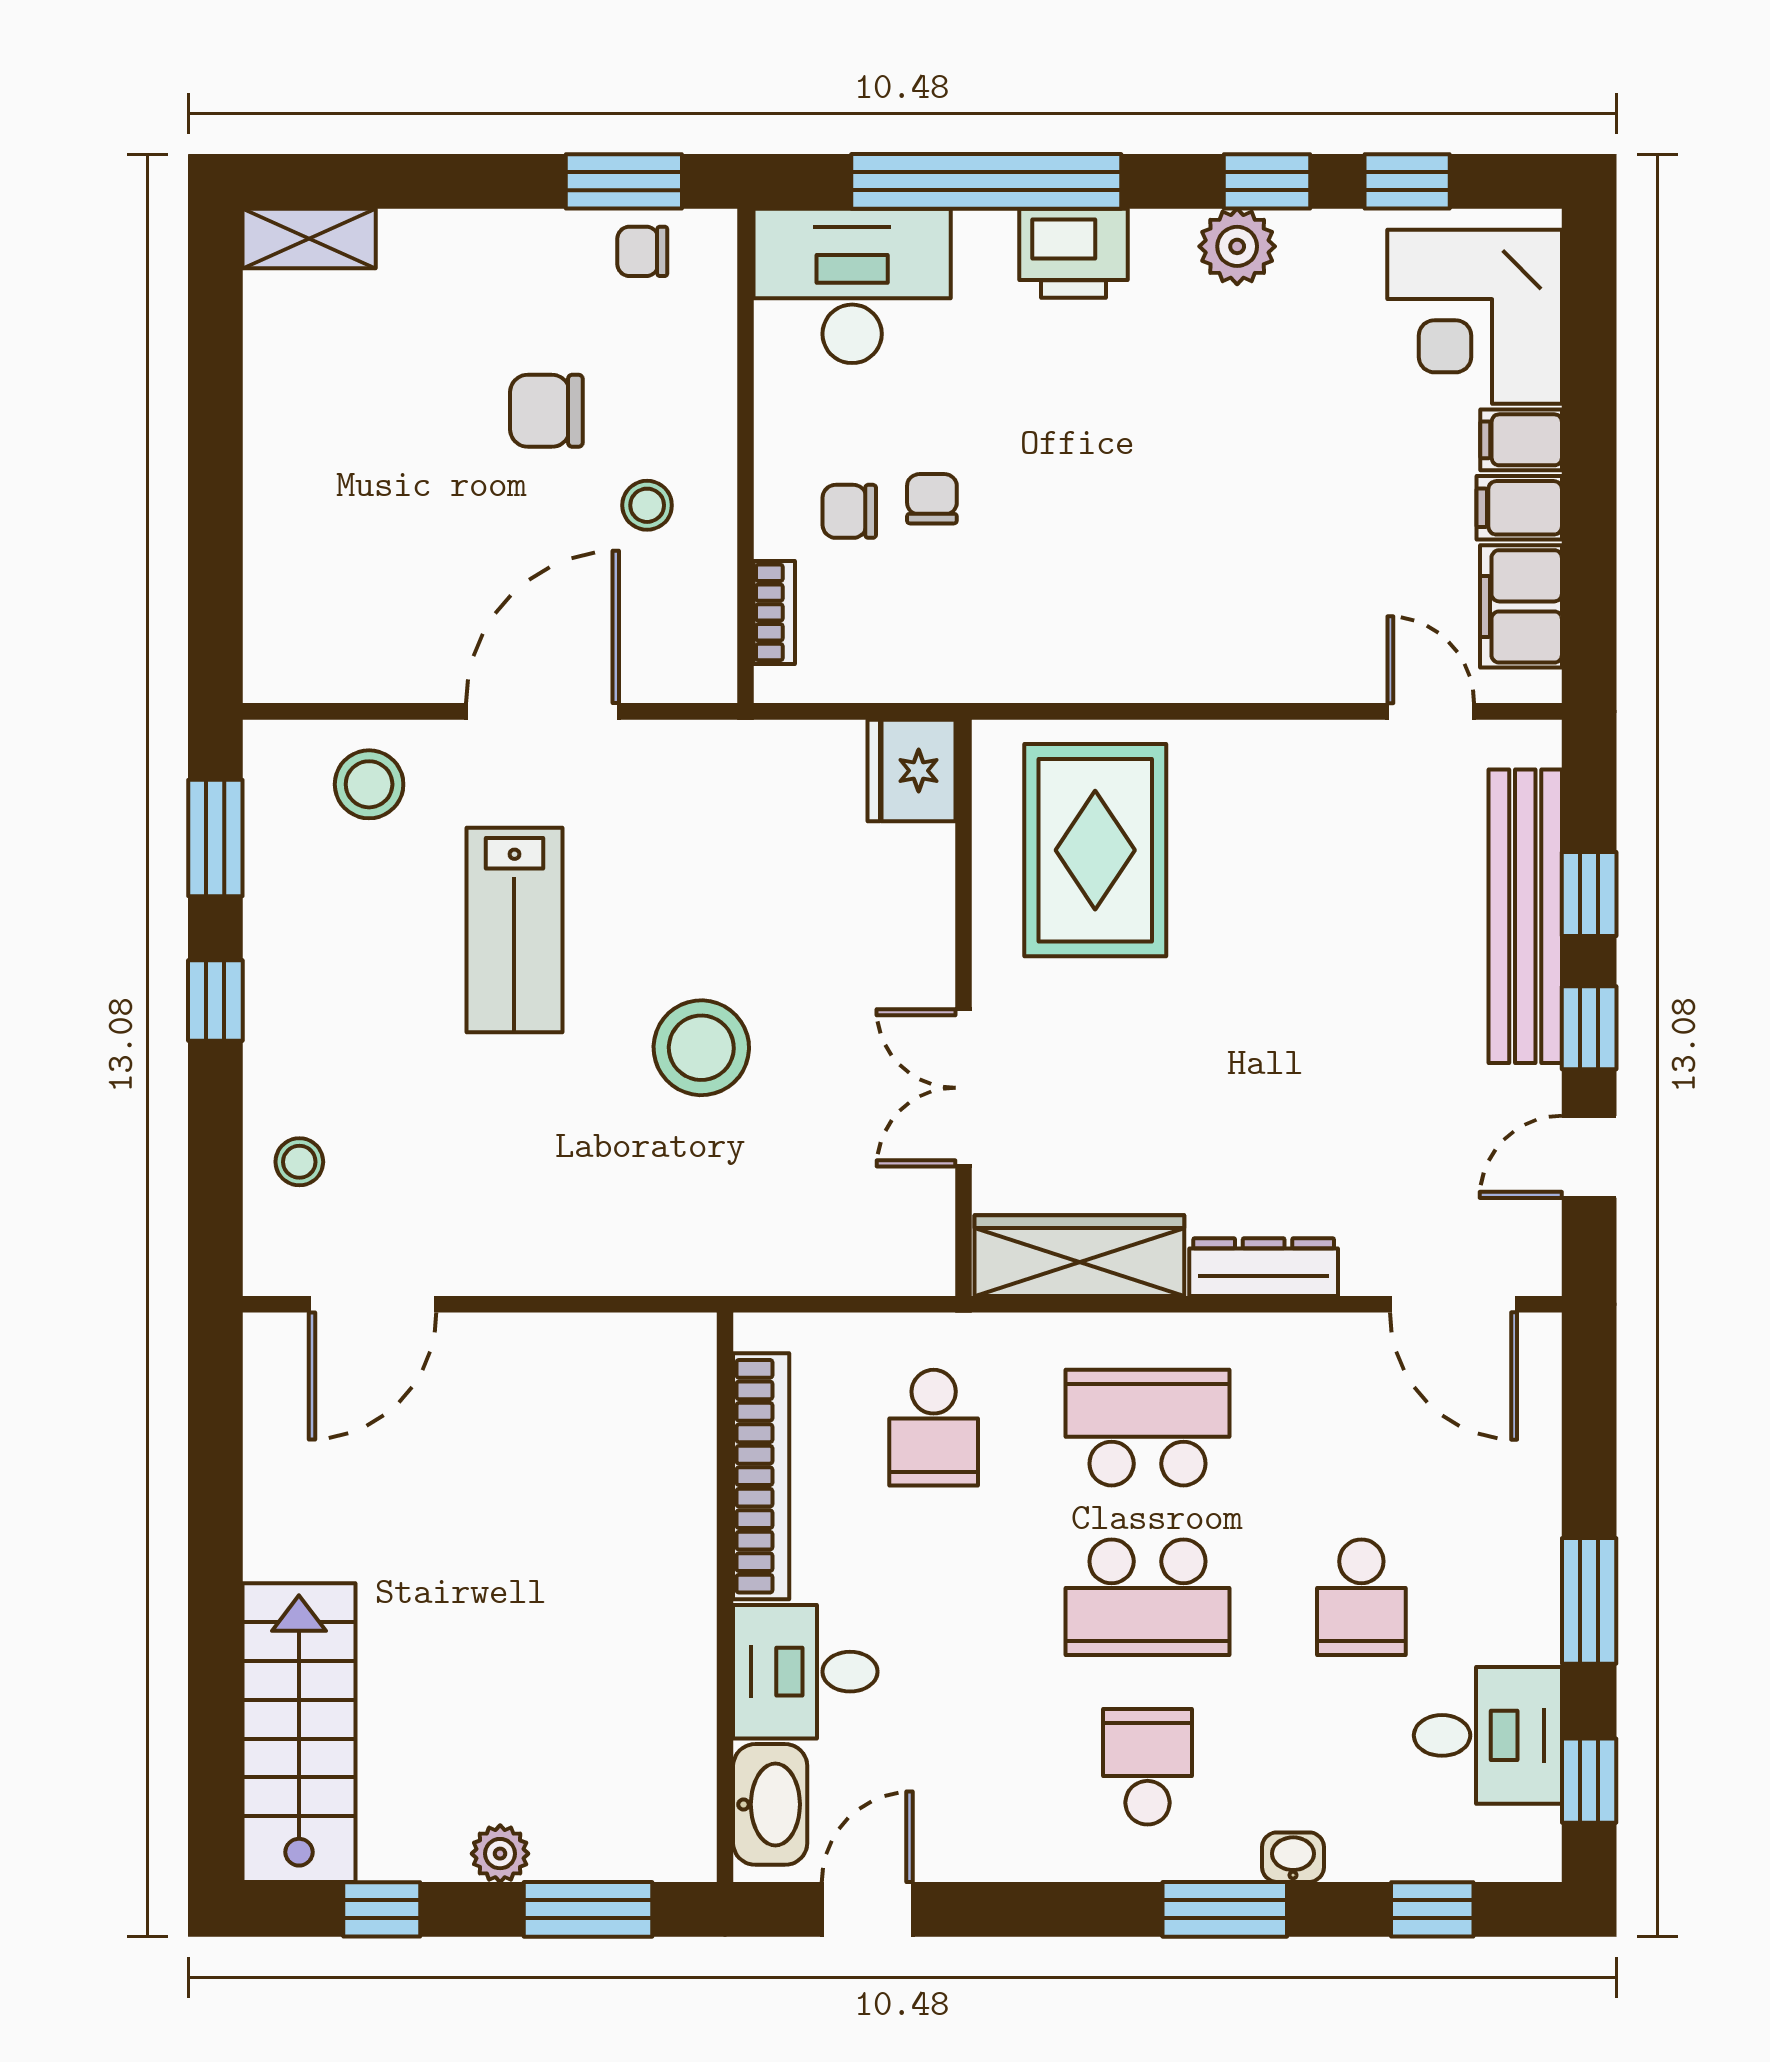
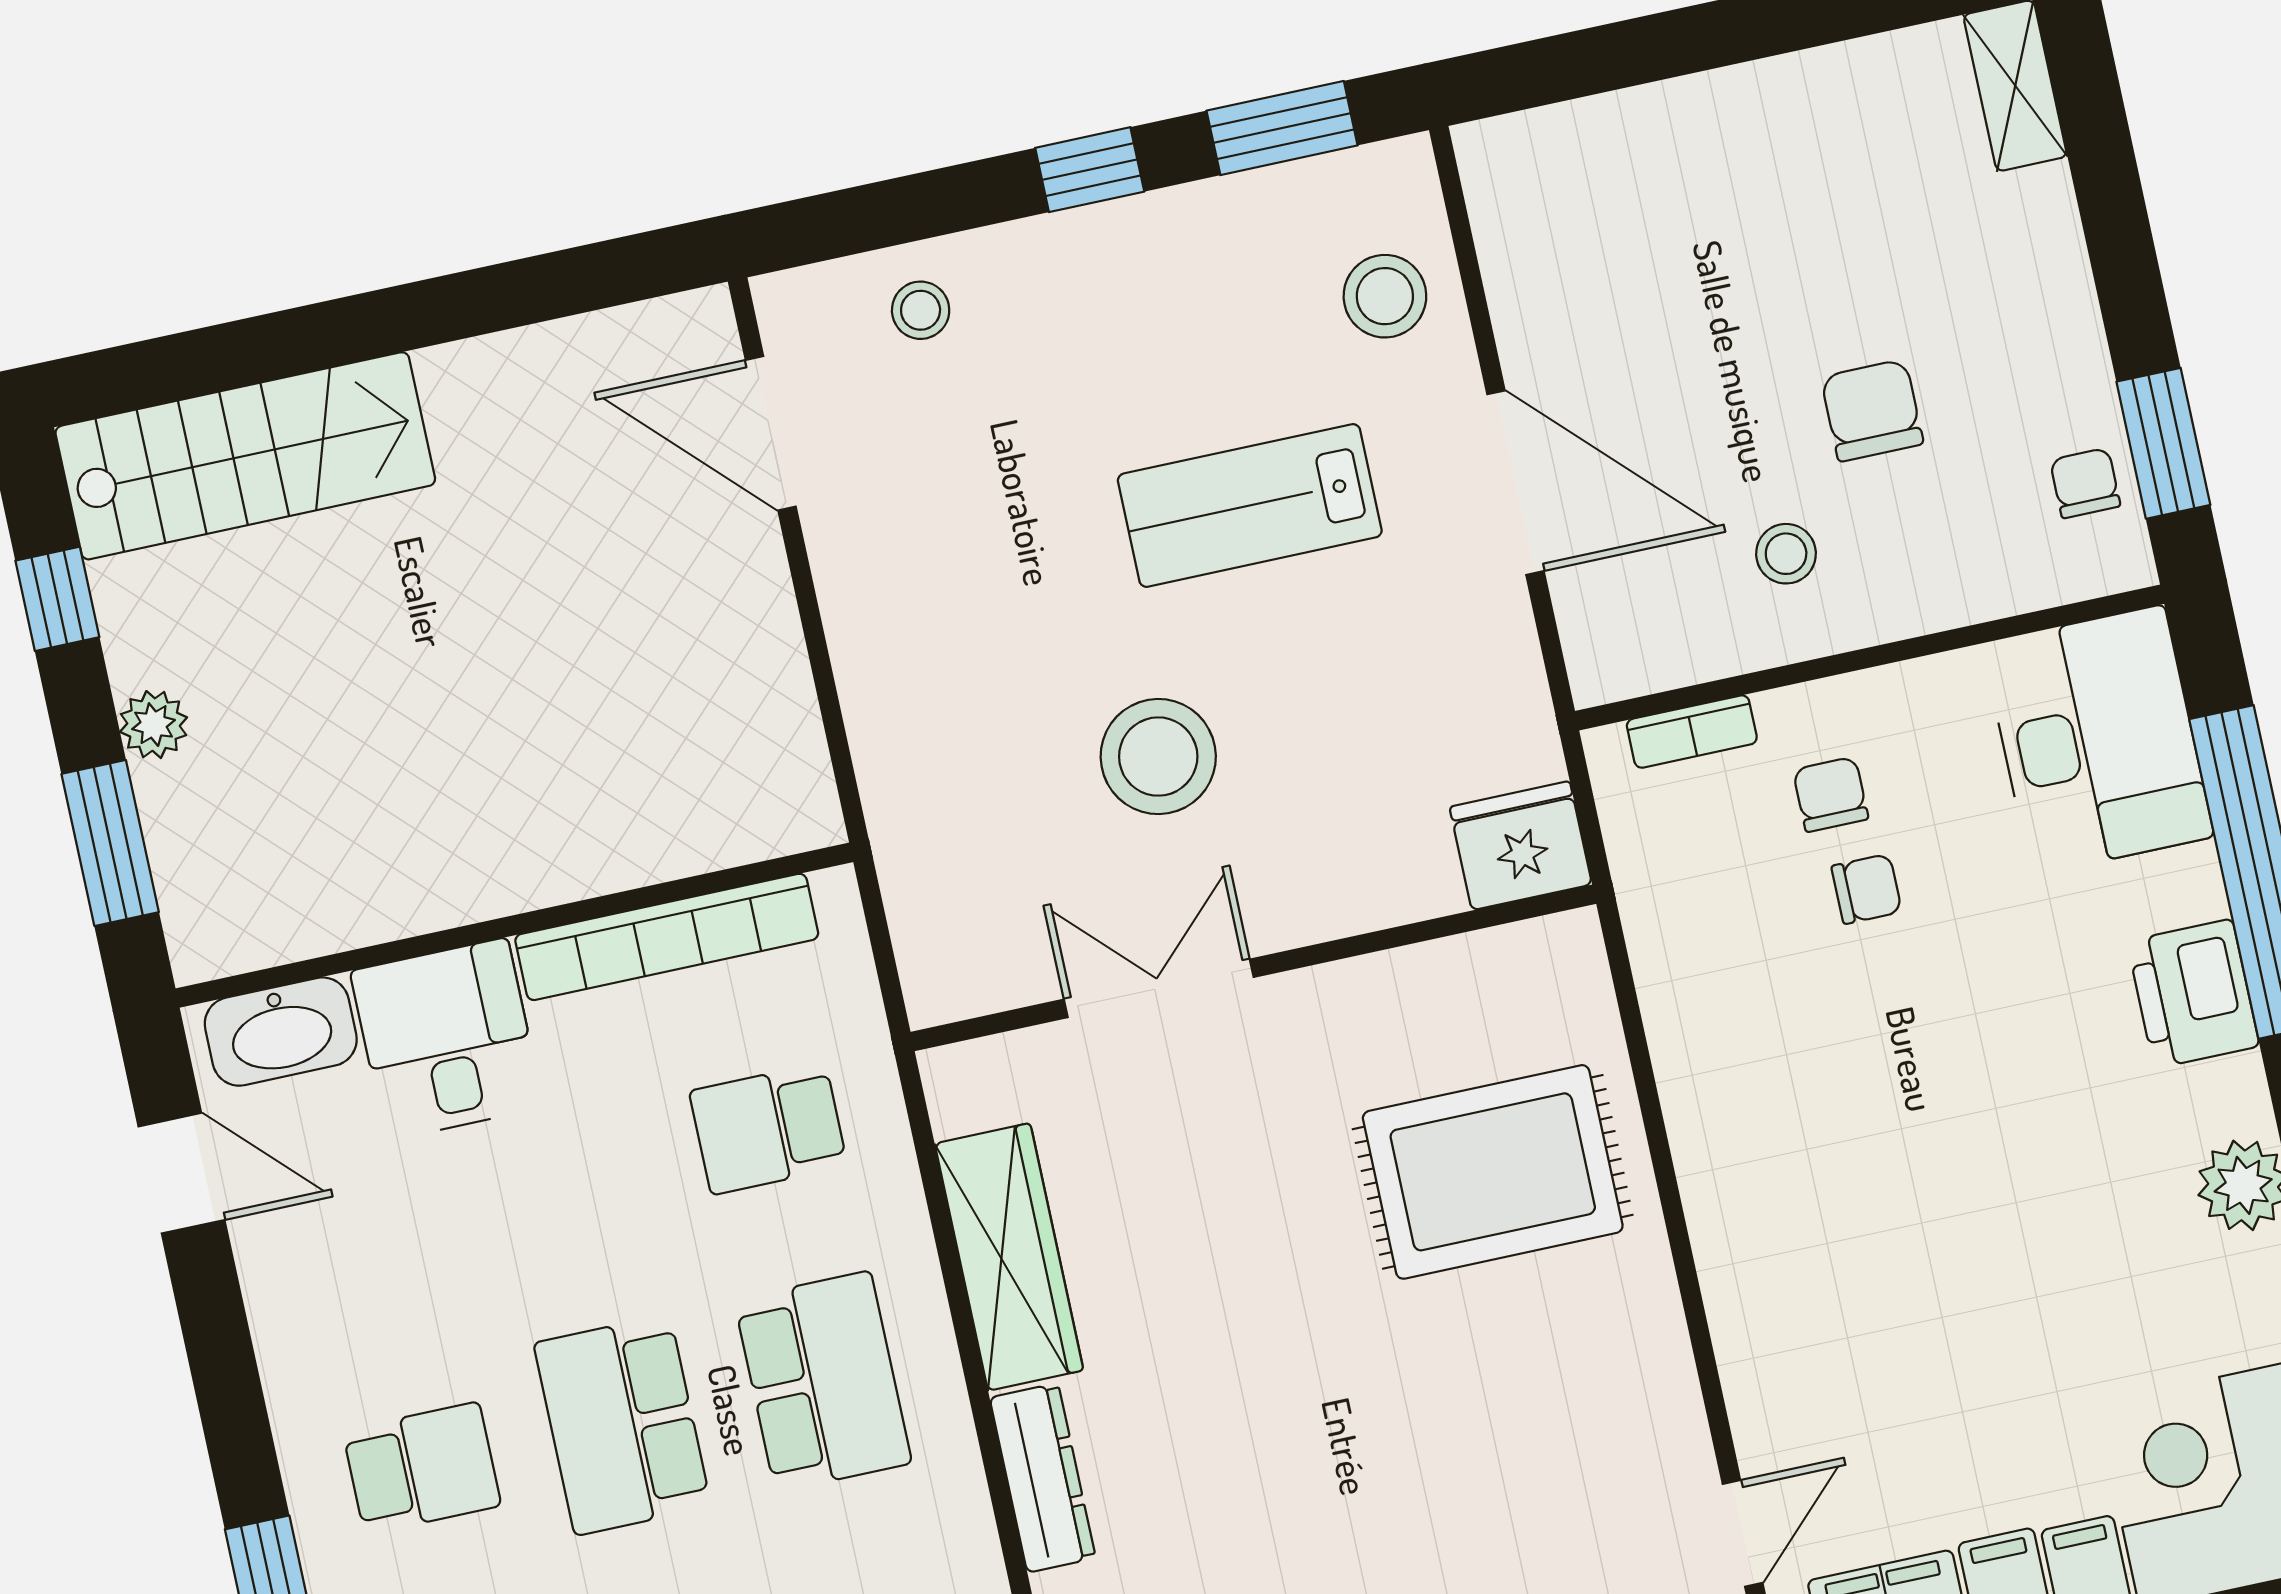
fridge: (911, 771) -> (1521, 846), moved
wall: (964, 1008) -> (1253, 968), moved
double door: (964, 1088) -> (1159, 988), moved

